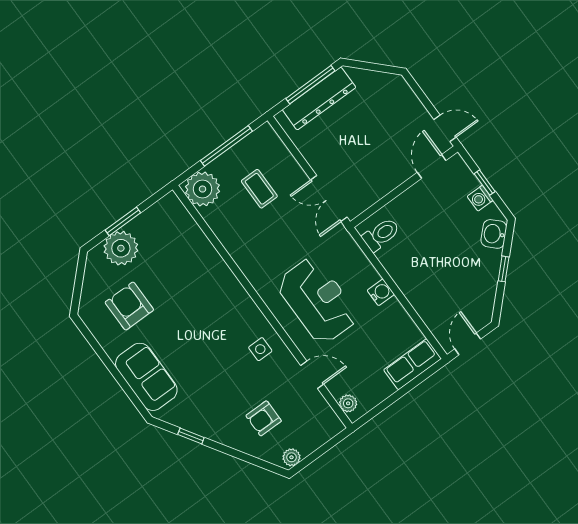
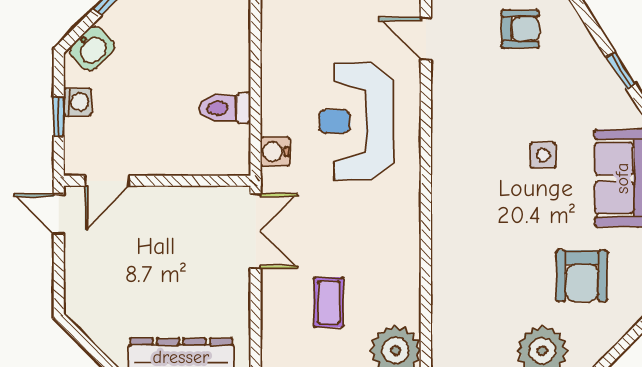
toilet: (381, 234) -> (225, 108), moved
water cooler: (381, 292) -> (275, 152), moved
side table: (260, 349) -> (543, 155), moved

